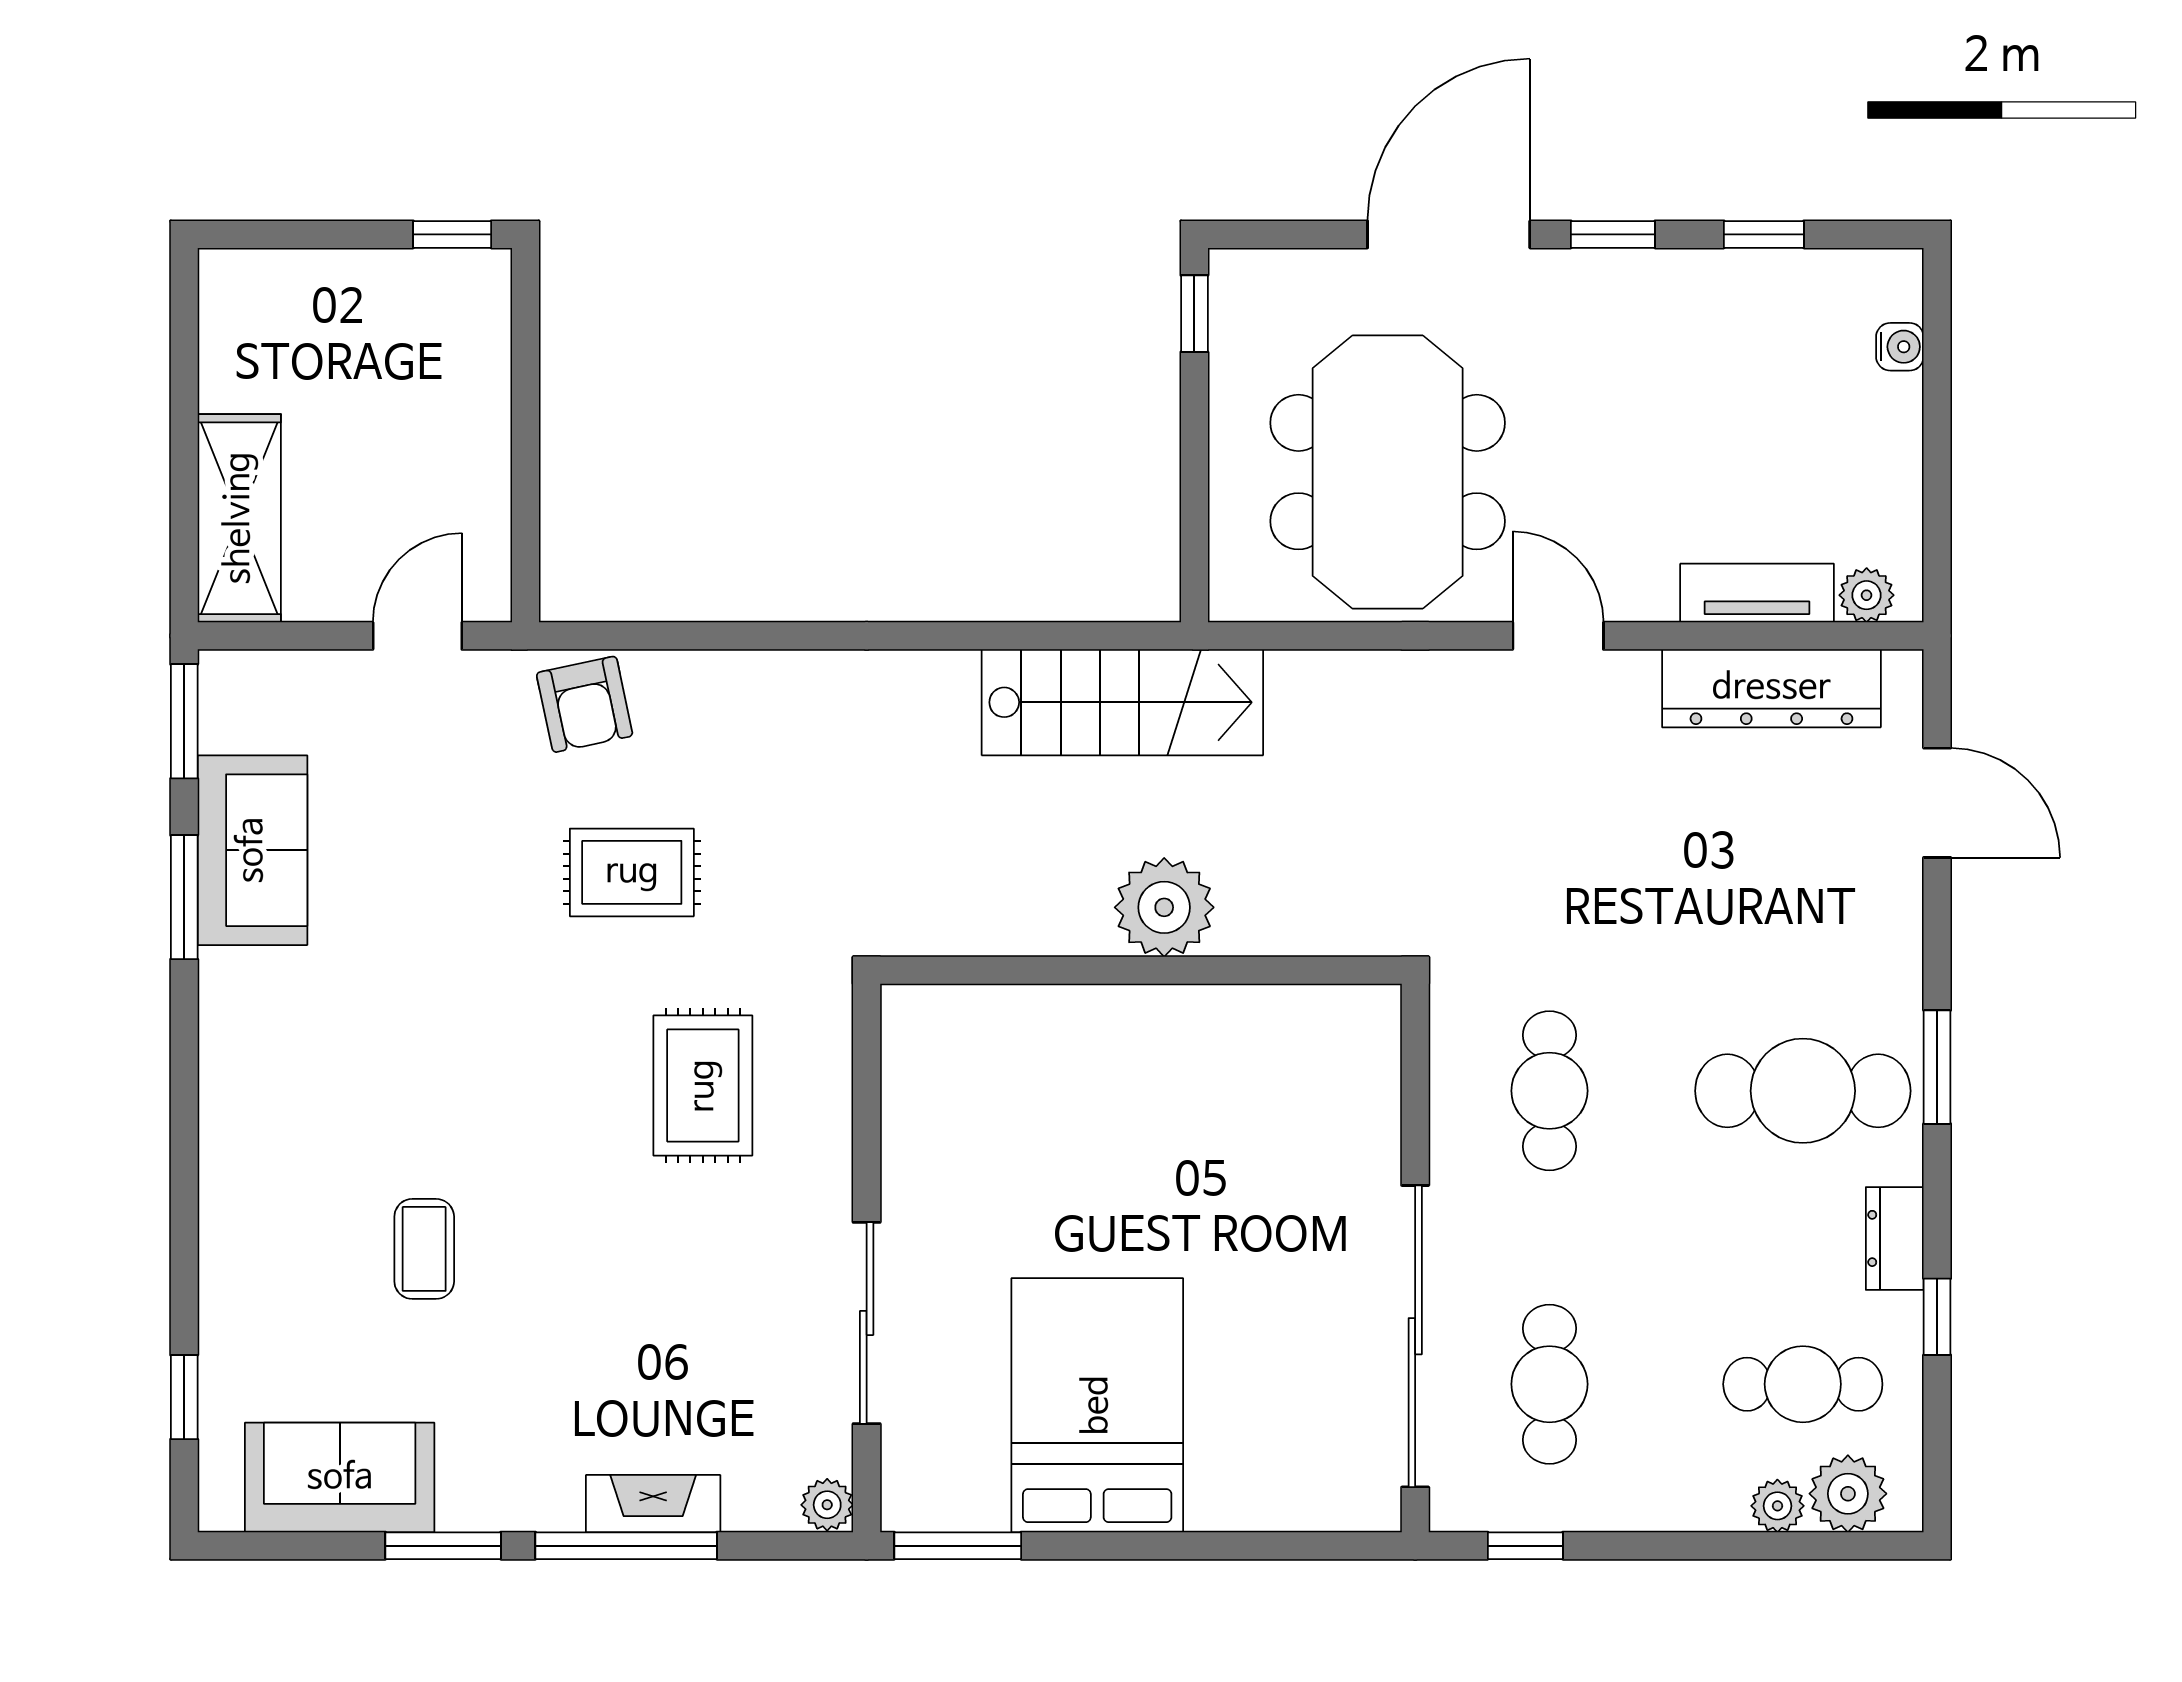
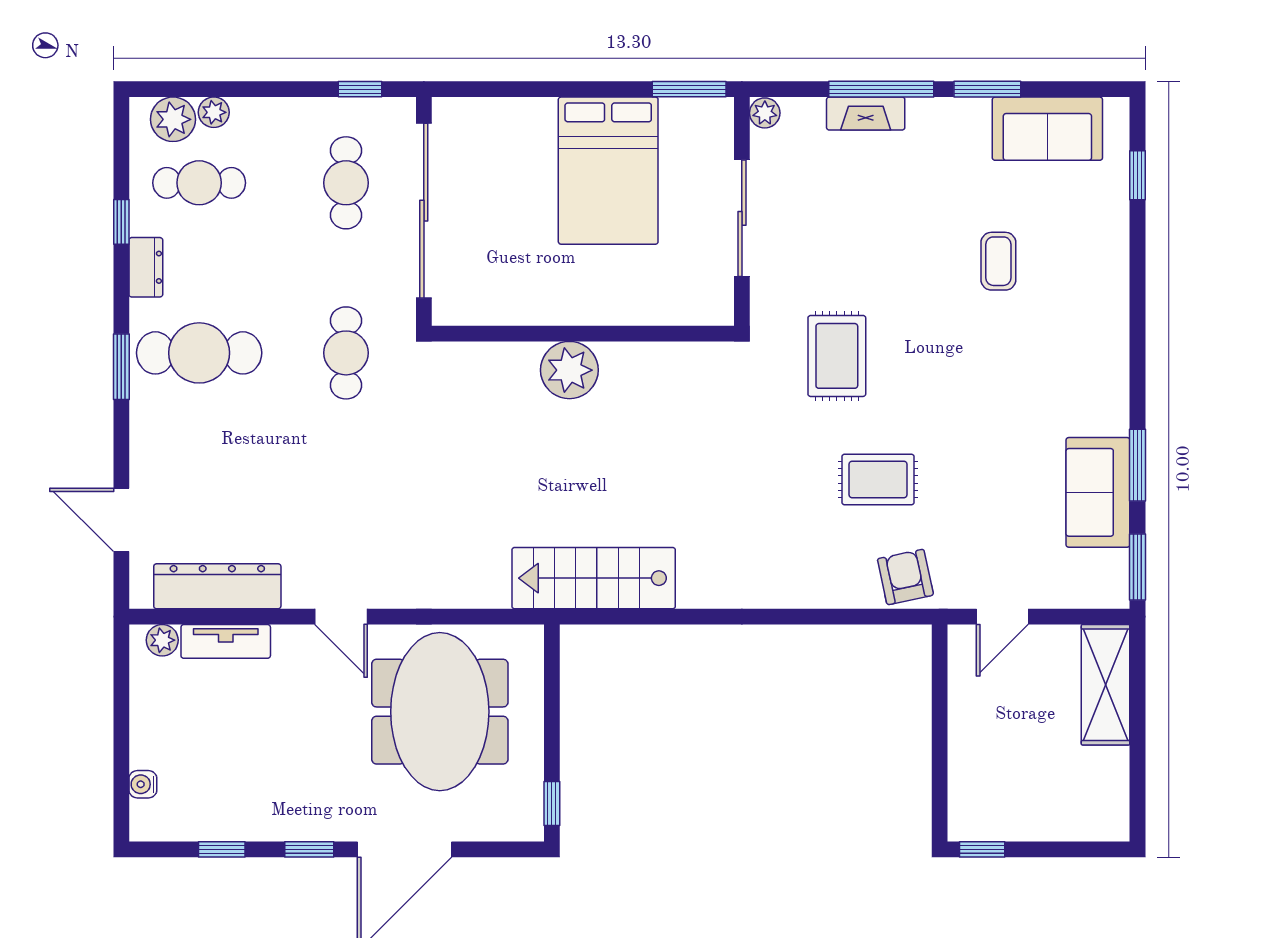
plant: (1164, 907) -> (569, 370), moved
wall: (1141, 970) -> (583, 334), moved

